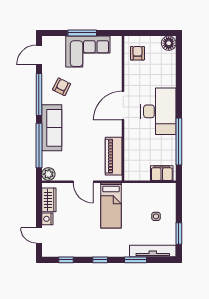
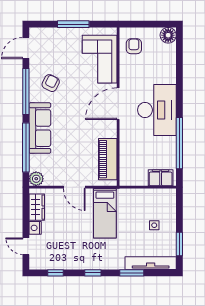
corner sofa: (88, 52) -> (100, 59), moved, turned 90

